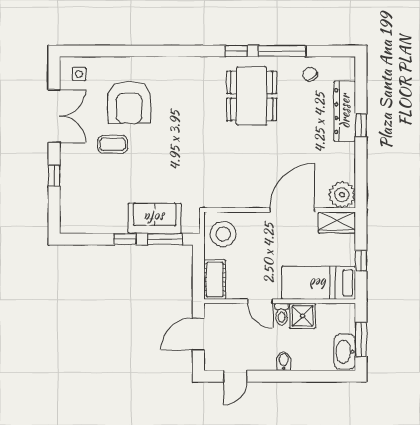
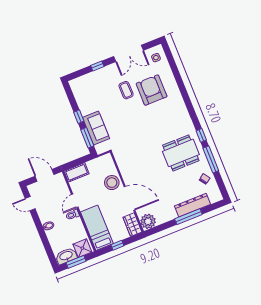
armchair: (129, 102) -> (152, 90), turned 90
window: (361, 125) -> (188, 217), width x2.17
stool: (223, 234) -> (112, 183), moved
shower: (303, 316) -> (82, 248), moved

